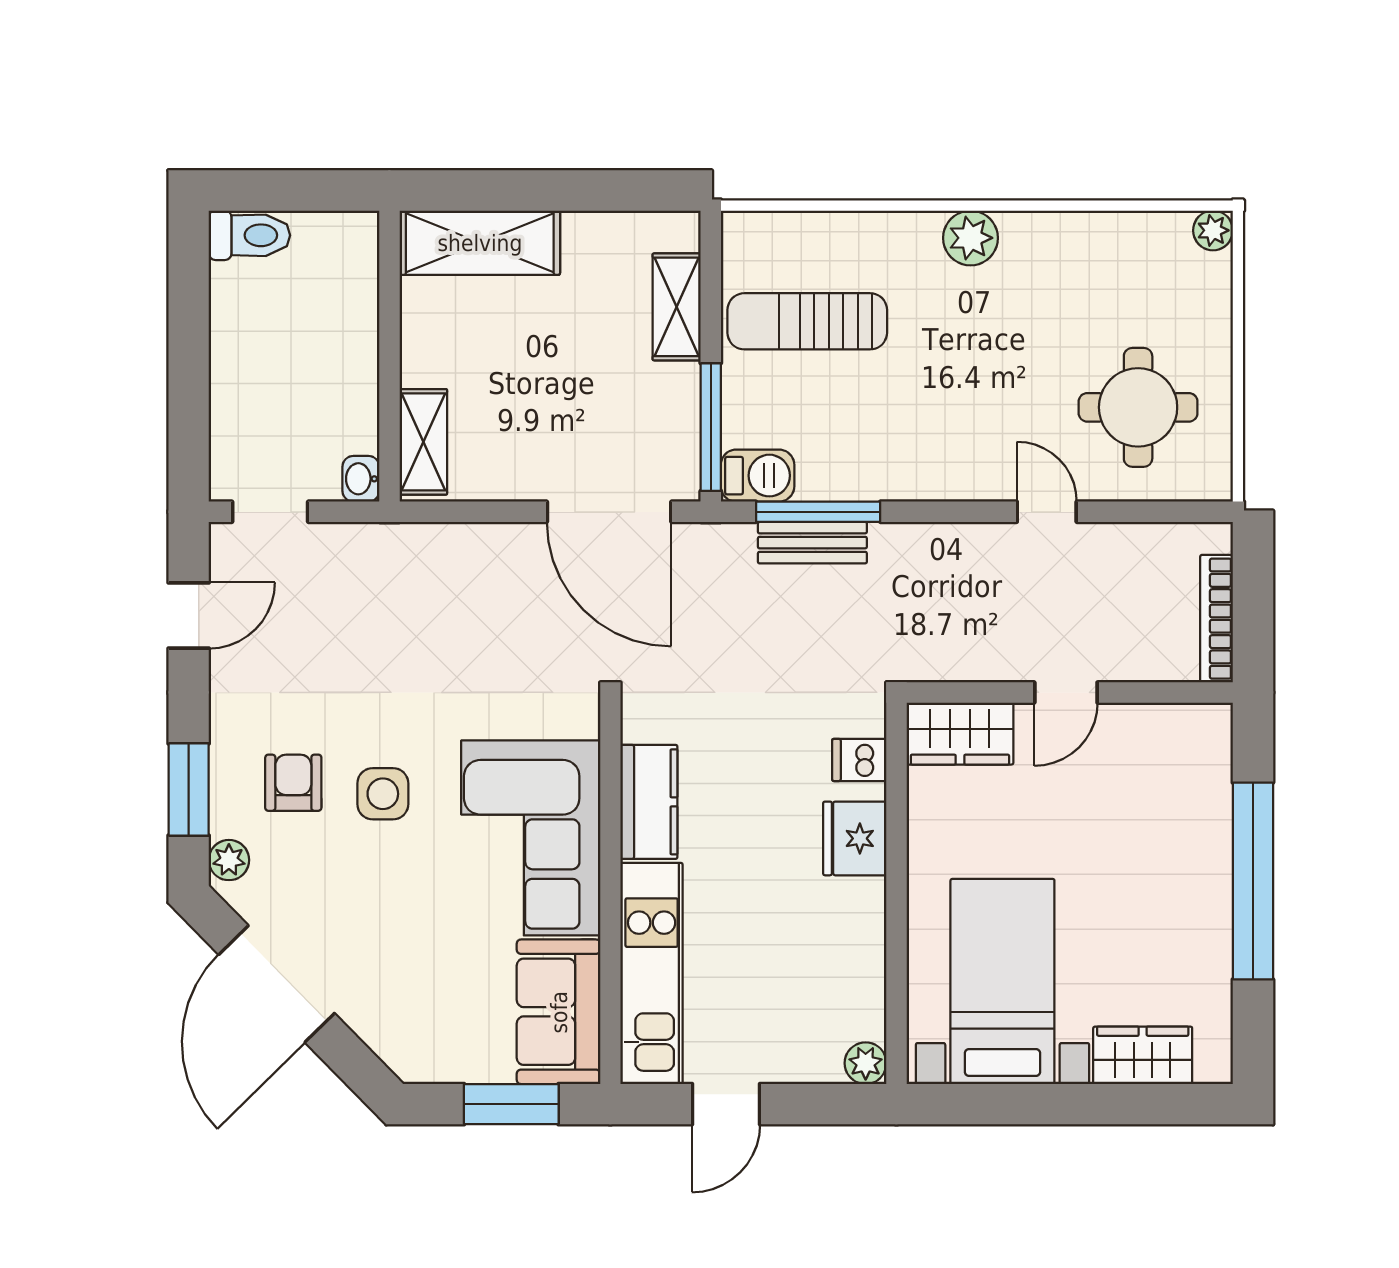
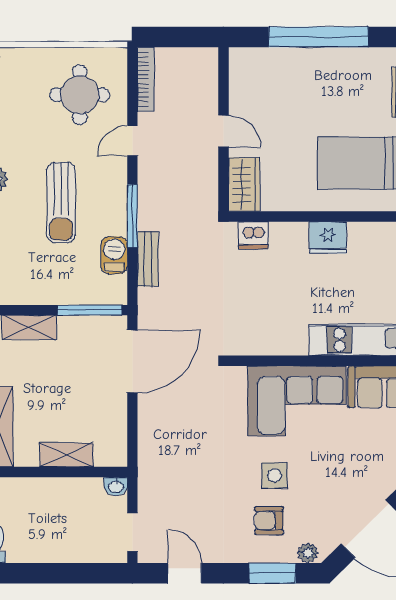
sun lounger: (807, 321) -> (61, 202), moved
shelving: (423, 442) -> (66, 455), moved
barbecue: (758, 476) -> (114, 255), moved
window: (818, 512) -> (132, 216), moved
bookcase: (1217, 619) -> (146, 79), moved, turned -90
dishwasher: (859, 760) -> (253, 235), width x1.38
kitchen counter: (649, 802) -> (279, 341), removed
fridge: (855, 838) -> (328, 238), moved

